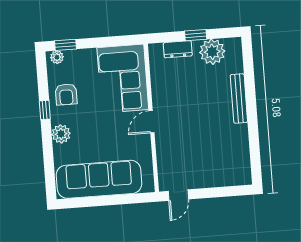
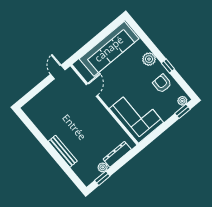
window: (196, 35) -> (102, 178), moved
dresser: (178, 49) -> (117, 154), width x1.44
plant: (212, 52) -> (103, 167), width x0.53, depth x0.53
door: (152, 122) -> (92, 90), moved

